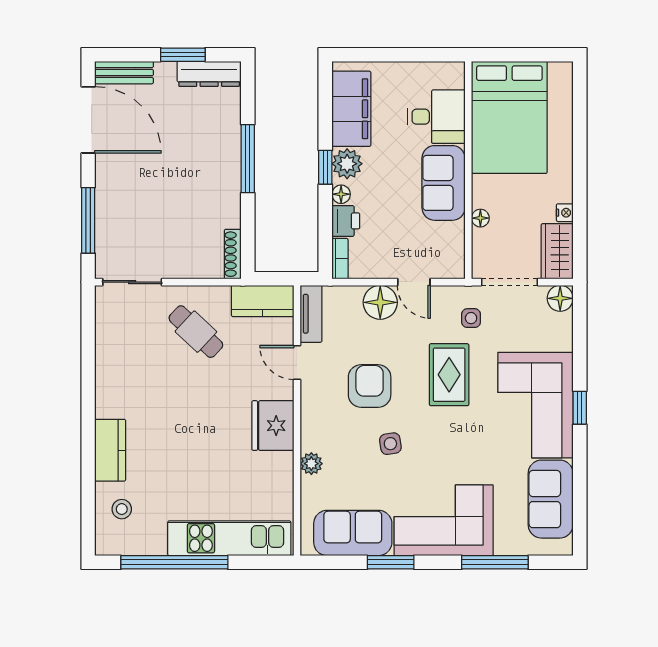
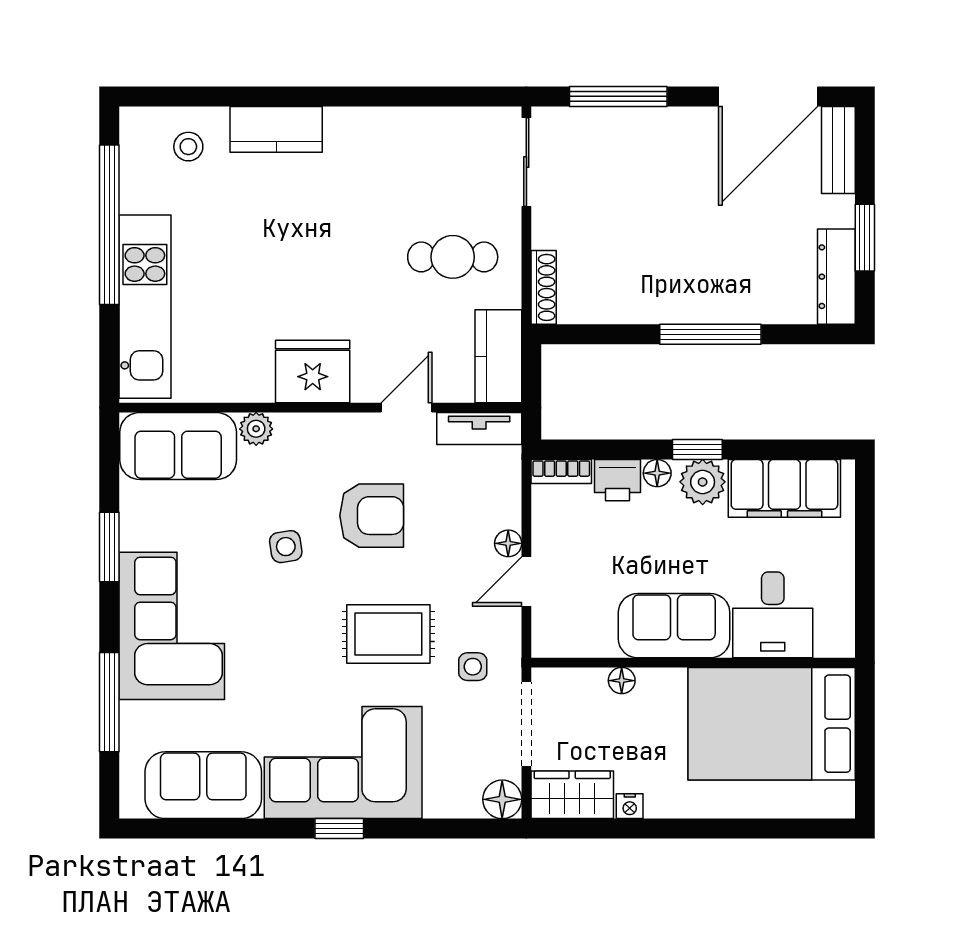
shoe rack: (233, 254) -> (544, 287), moved, turned 90
floor lamp: (380, 302) -> (508, 543), width x0.53, depth x0.53
cafe table: (196, 332) -> (453, 257), turned 47
sofa: (353, 533) -> (178, 446), moved, turned 90

